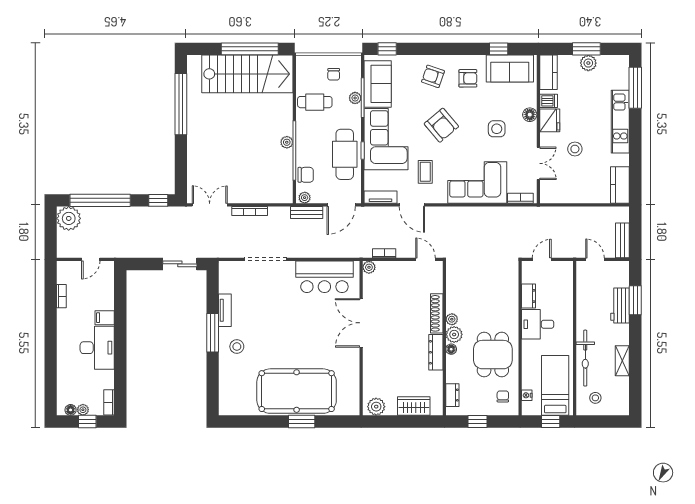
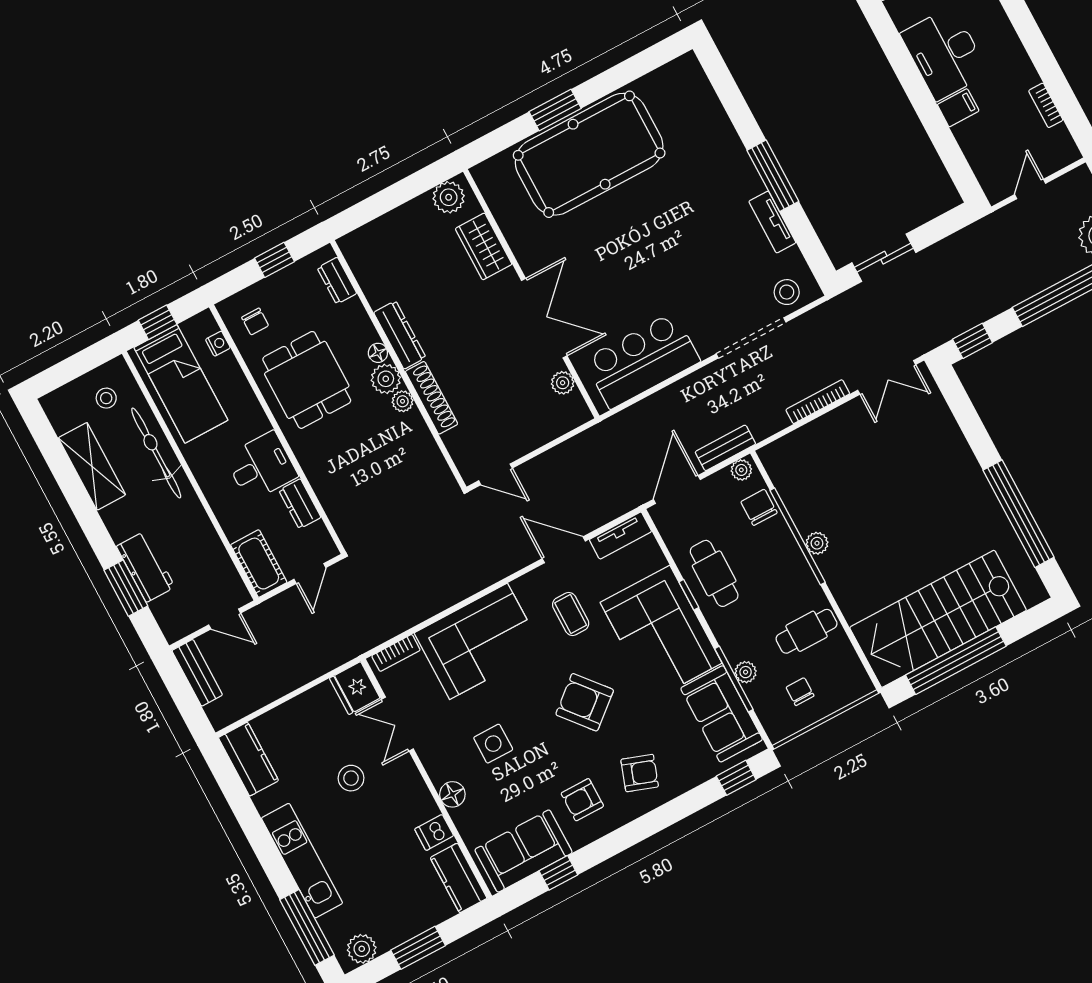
plant: (588, 63) -> (362, 949), moved
fridge: (550, 120) -> (355, 688), moved
cafe table: (345, 154) -> (714, 573), width x0.73, depth x0.74
chair: (306, 175) -> (759, 507), turned 90
bookcase: (384, 253) -> (567, 449), removed
plant: (369, 267) -> (563, 383), moved
cot: (564, 278) -> (259, 564), added
stool: (237, 347) -> (787, 292), moved
shelving: (622, 361) -> (92, 466), width x1.50, depth x1.33
wardrobe: (414, 406) -> (484, 246), moved, turned 90

